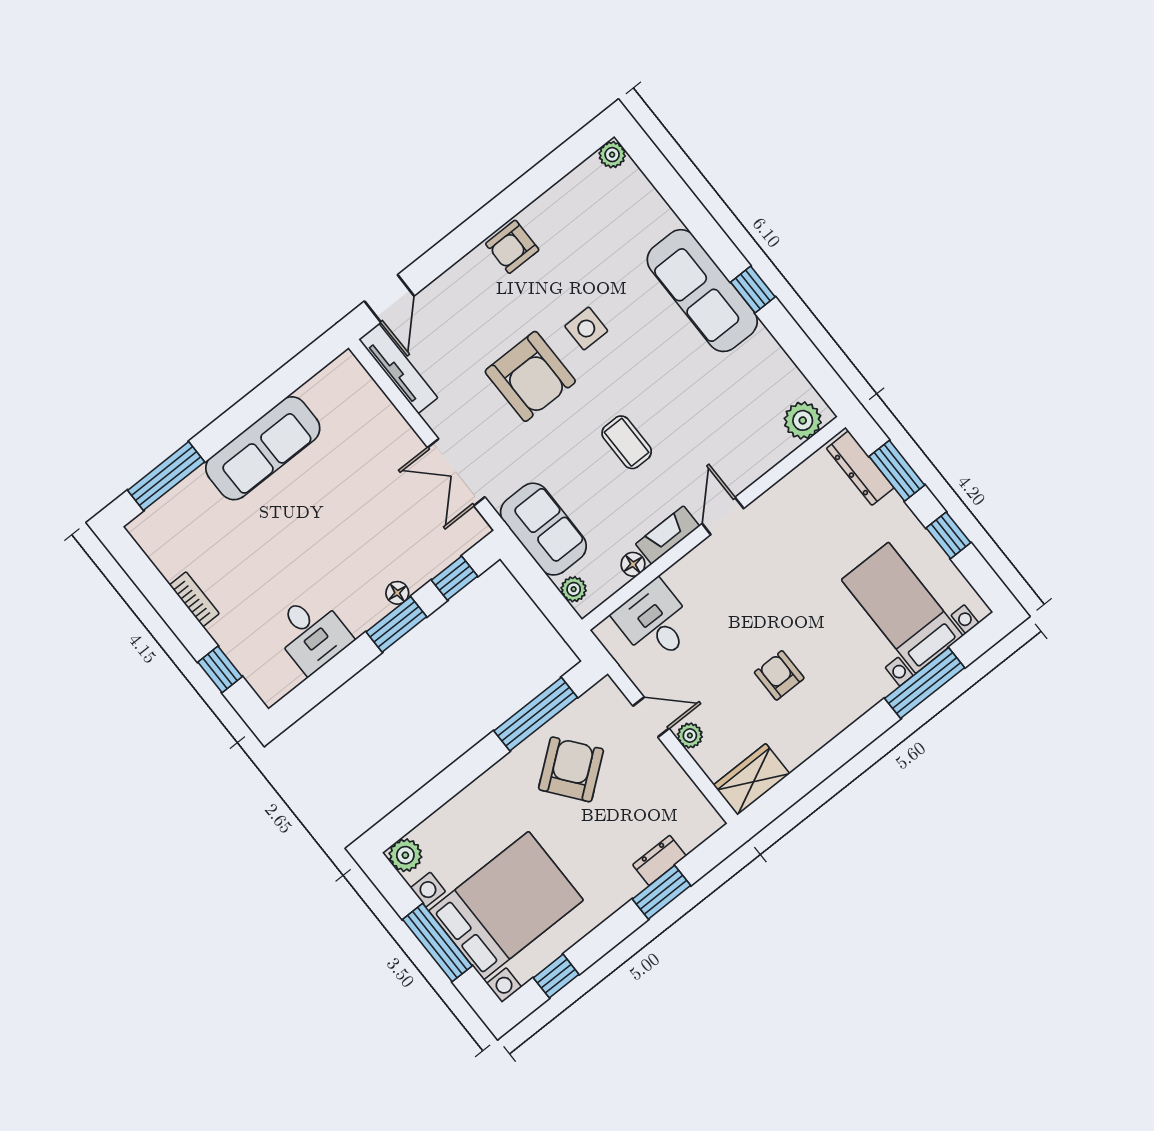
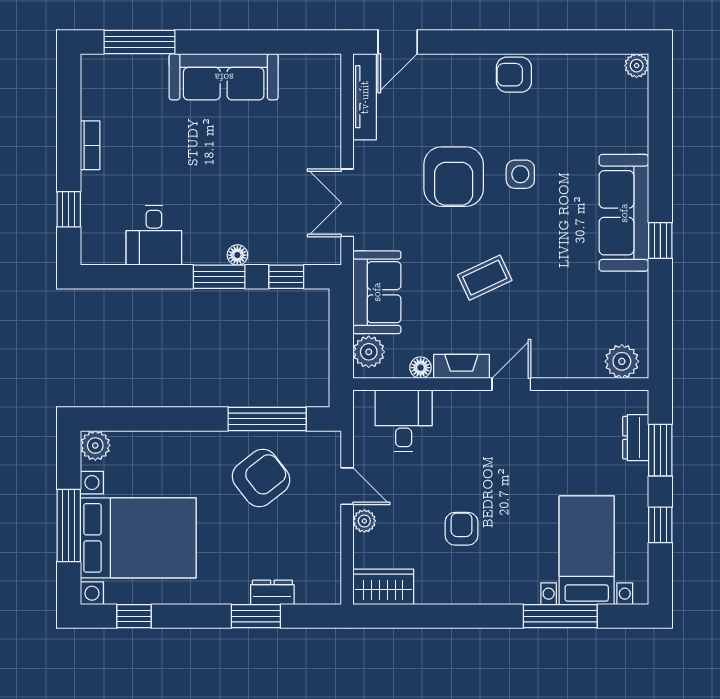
coffee table: (627, 442) -> (485, 278), turned 65
dresser: (860, 468) -> (636, 438), width x0.70
plant: (574, 589) -> (369, 352), width x1.38, depth x1.38

